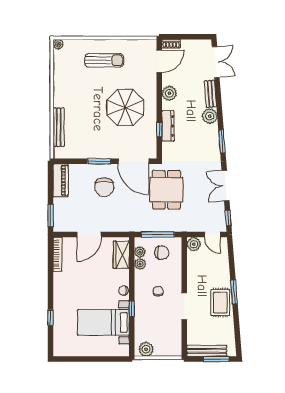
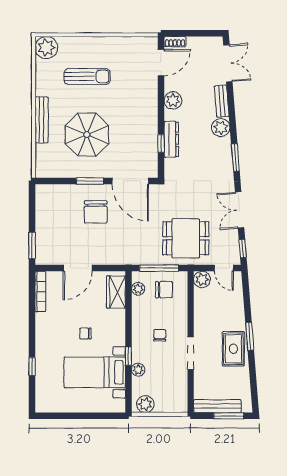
plant: (58, 44) -> (46, 48), width x1.87, depth x1.87
sun lounger: (104, 60) -> (87, 77), moved
parasol: (125, 108) -> (87, 135), moved
bench: (59, 127) -> (42, 120), moved
piano: (61, 180) -> (44, 204), removed
dining table: (166, 190) -> (186, 238), moved, turned 90
plant: (140, 264) -> (138, 370), moved
chair: (123, 291) -> (85, 334), moved

